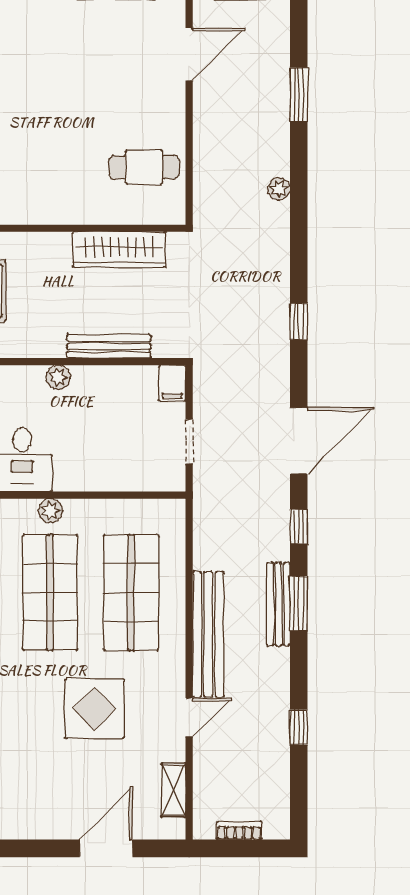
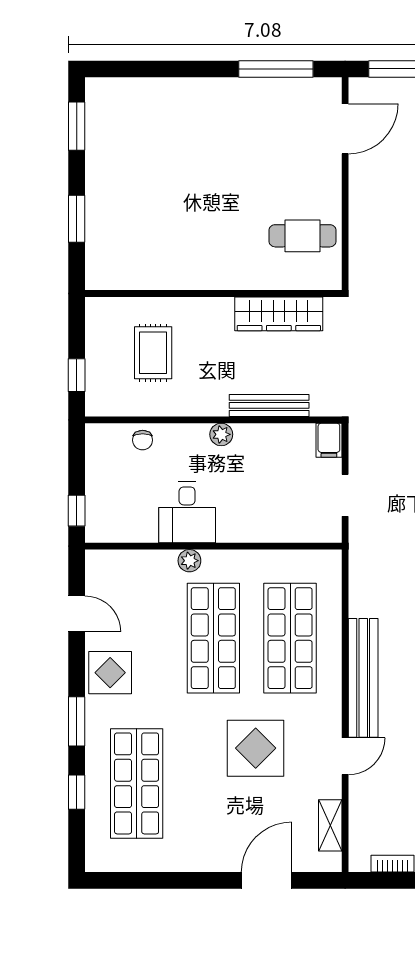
plant: (50, 511) -> (189, 561), moved

